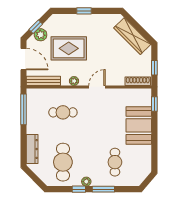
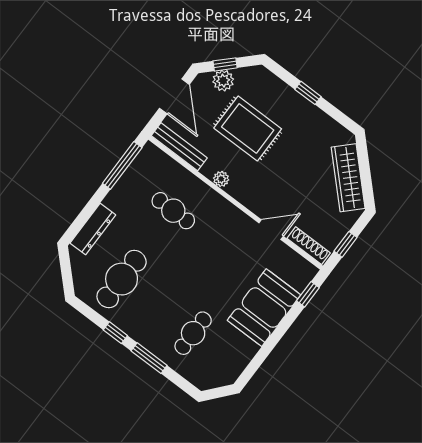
door: (97, 87) -> (271, 230), moved
plant: (86, 182) -> (133, 330), removed

